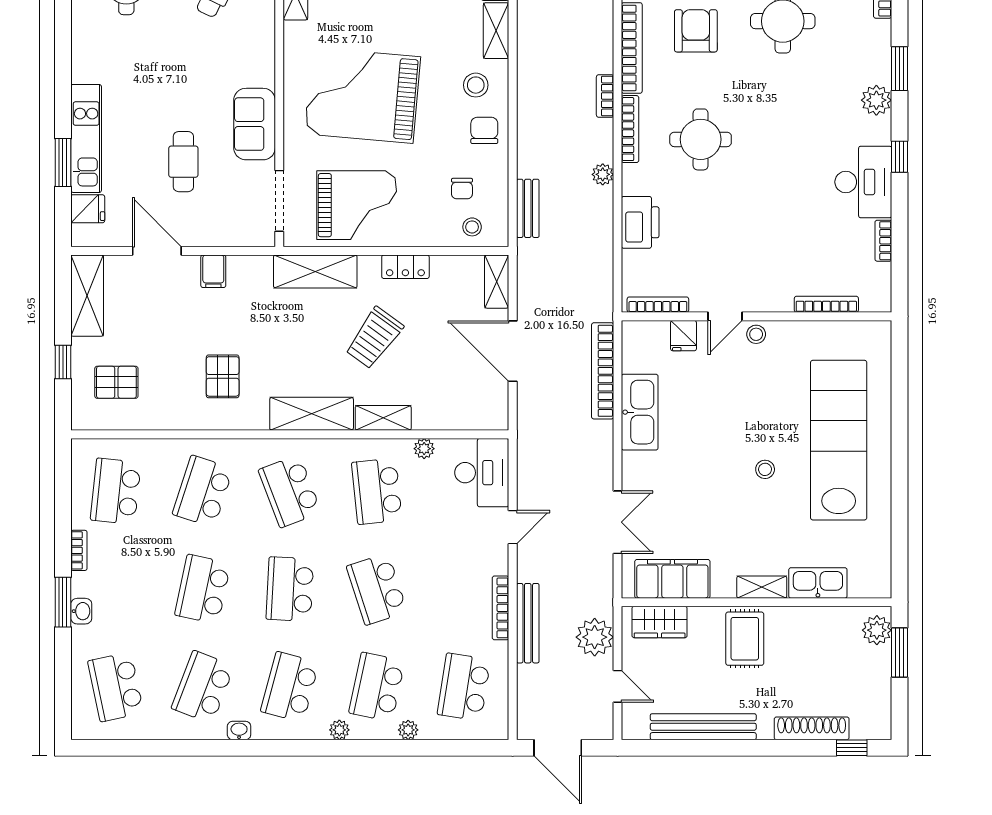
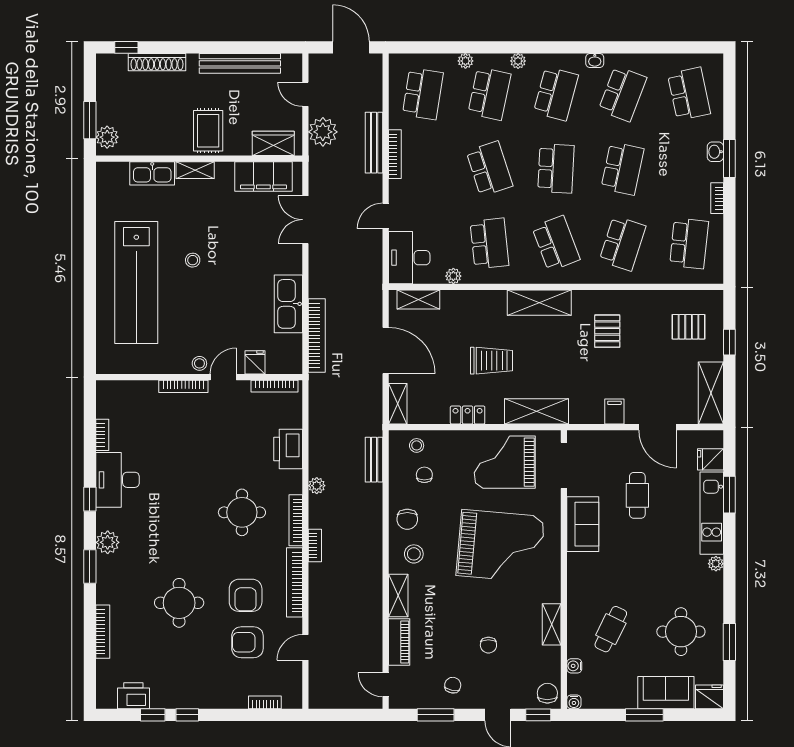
plant: (81, 72) -> (716, 564), added
bookcase: (826, 304) -> (183, 386), moved
trolley: (374, 338) -> (491, 361), turned 54
shelving: (383, 418) -> (418, 299), moved

